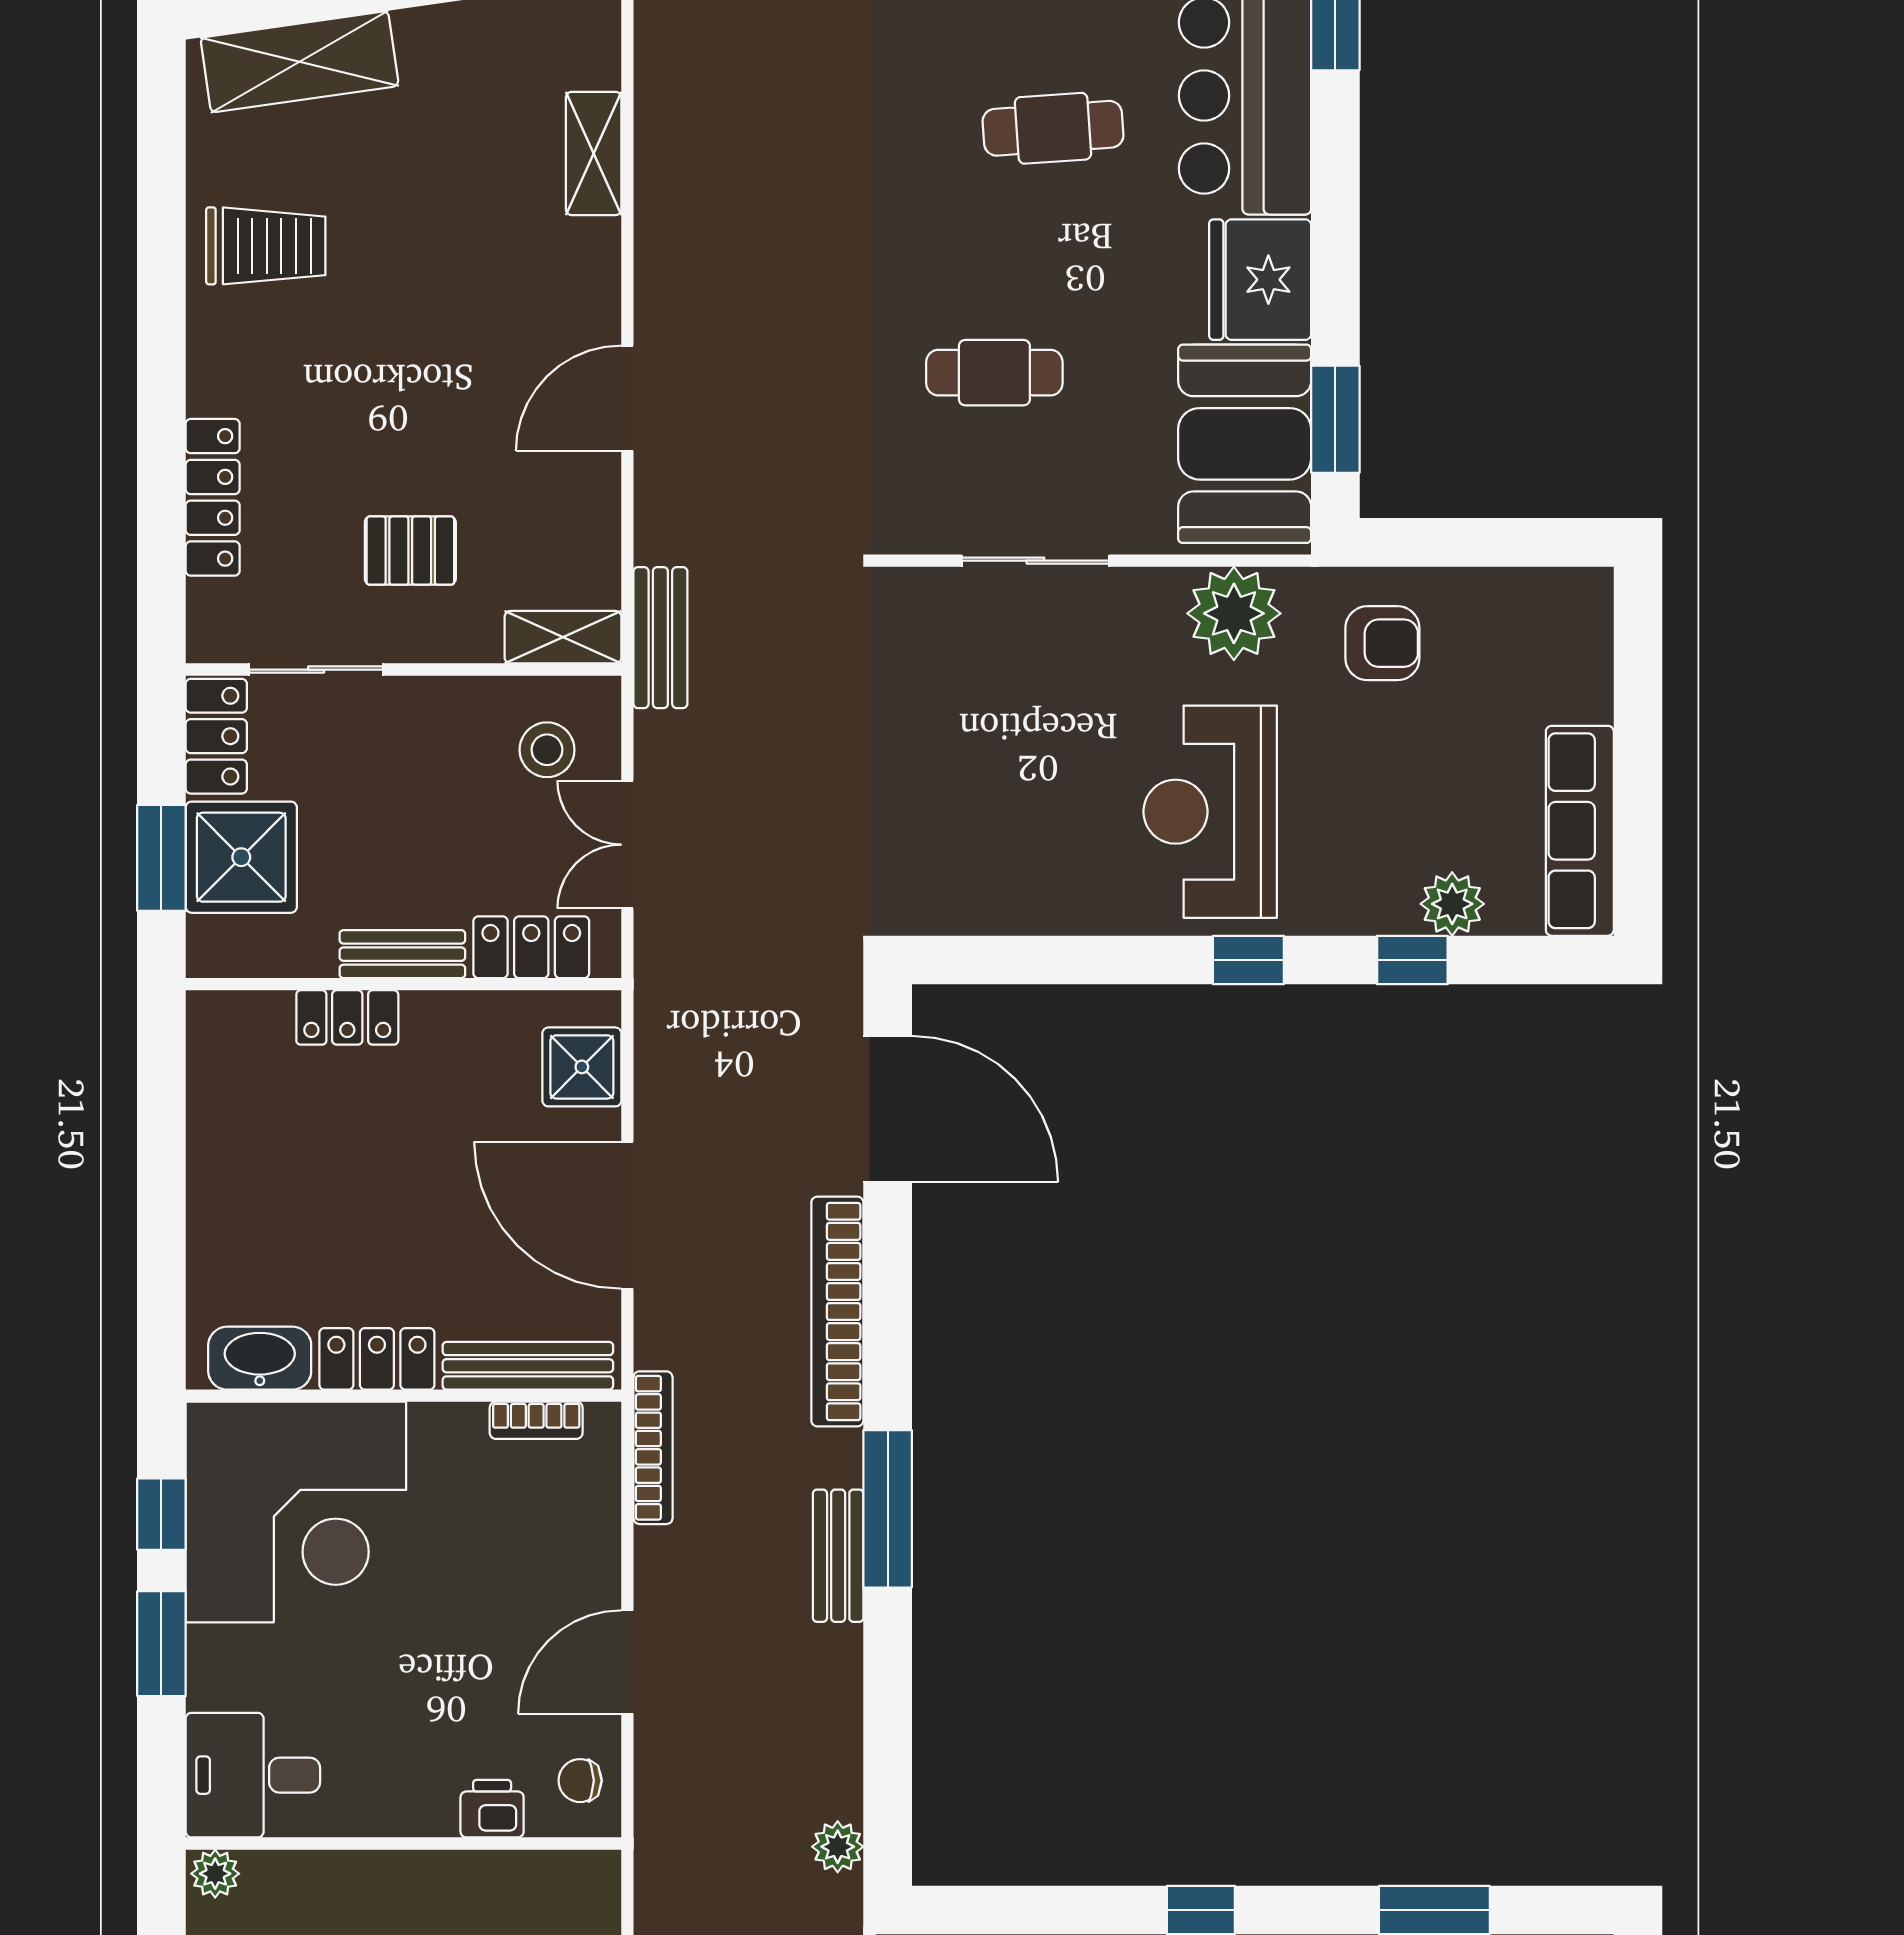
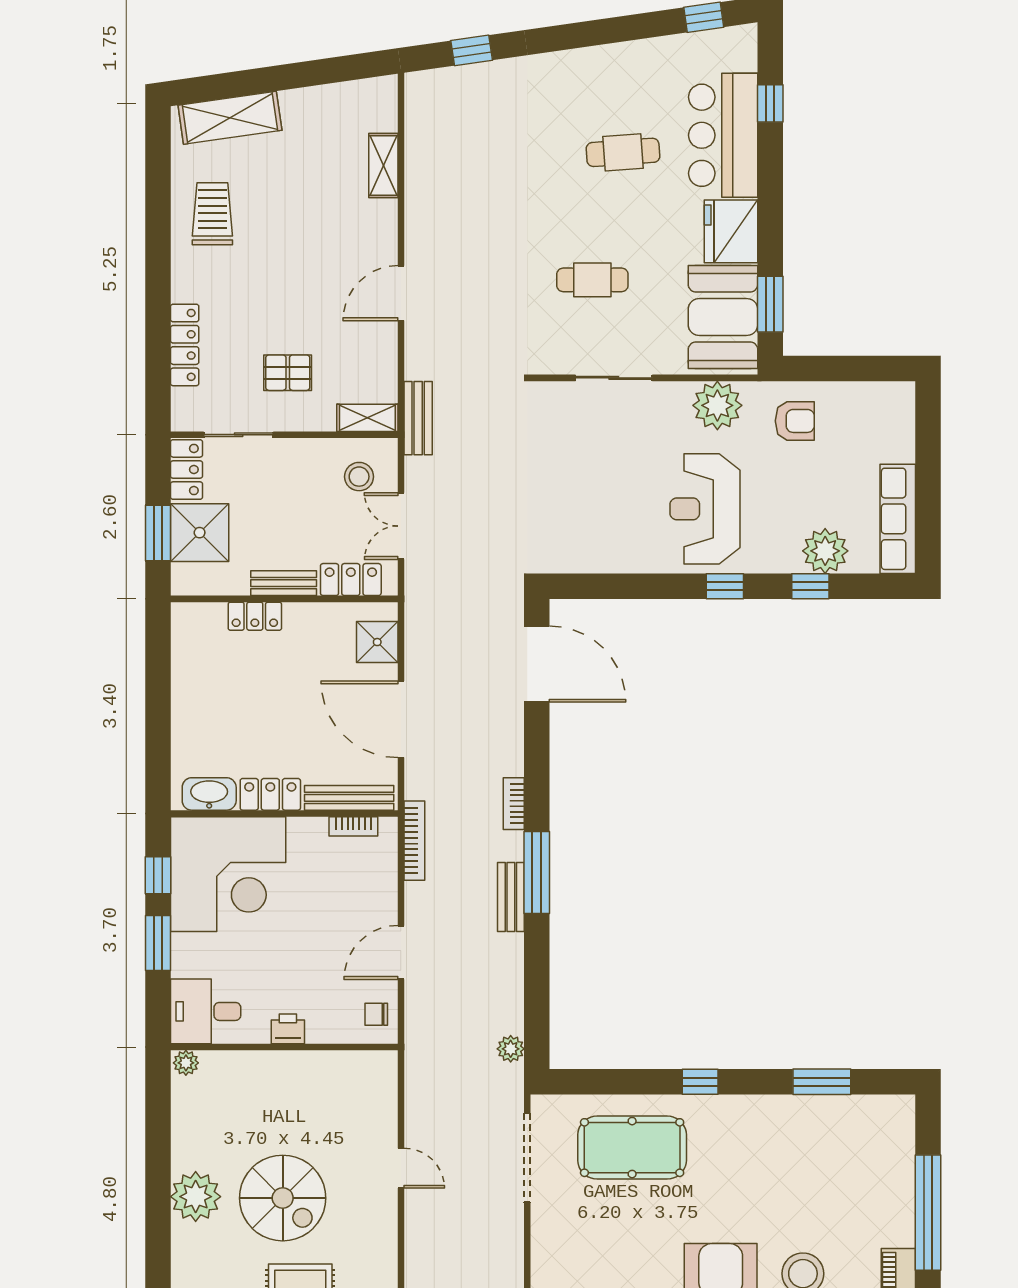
trolley: (266, 246) -> (212, 214), turned -90
plant: (1452, 904) -> (825, 551), width x1.36, depth x1.36
bookcase: (837, 1312) -> (514, 804), width x0.43, depth x0.76
printer: (492, 1809) -> (288, 1029), moved

